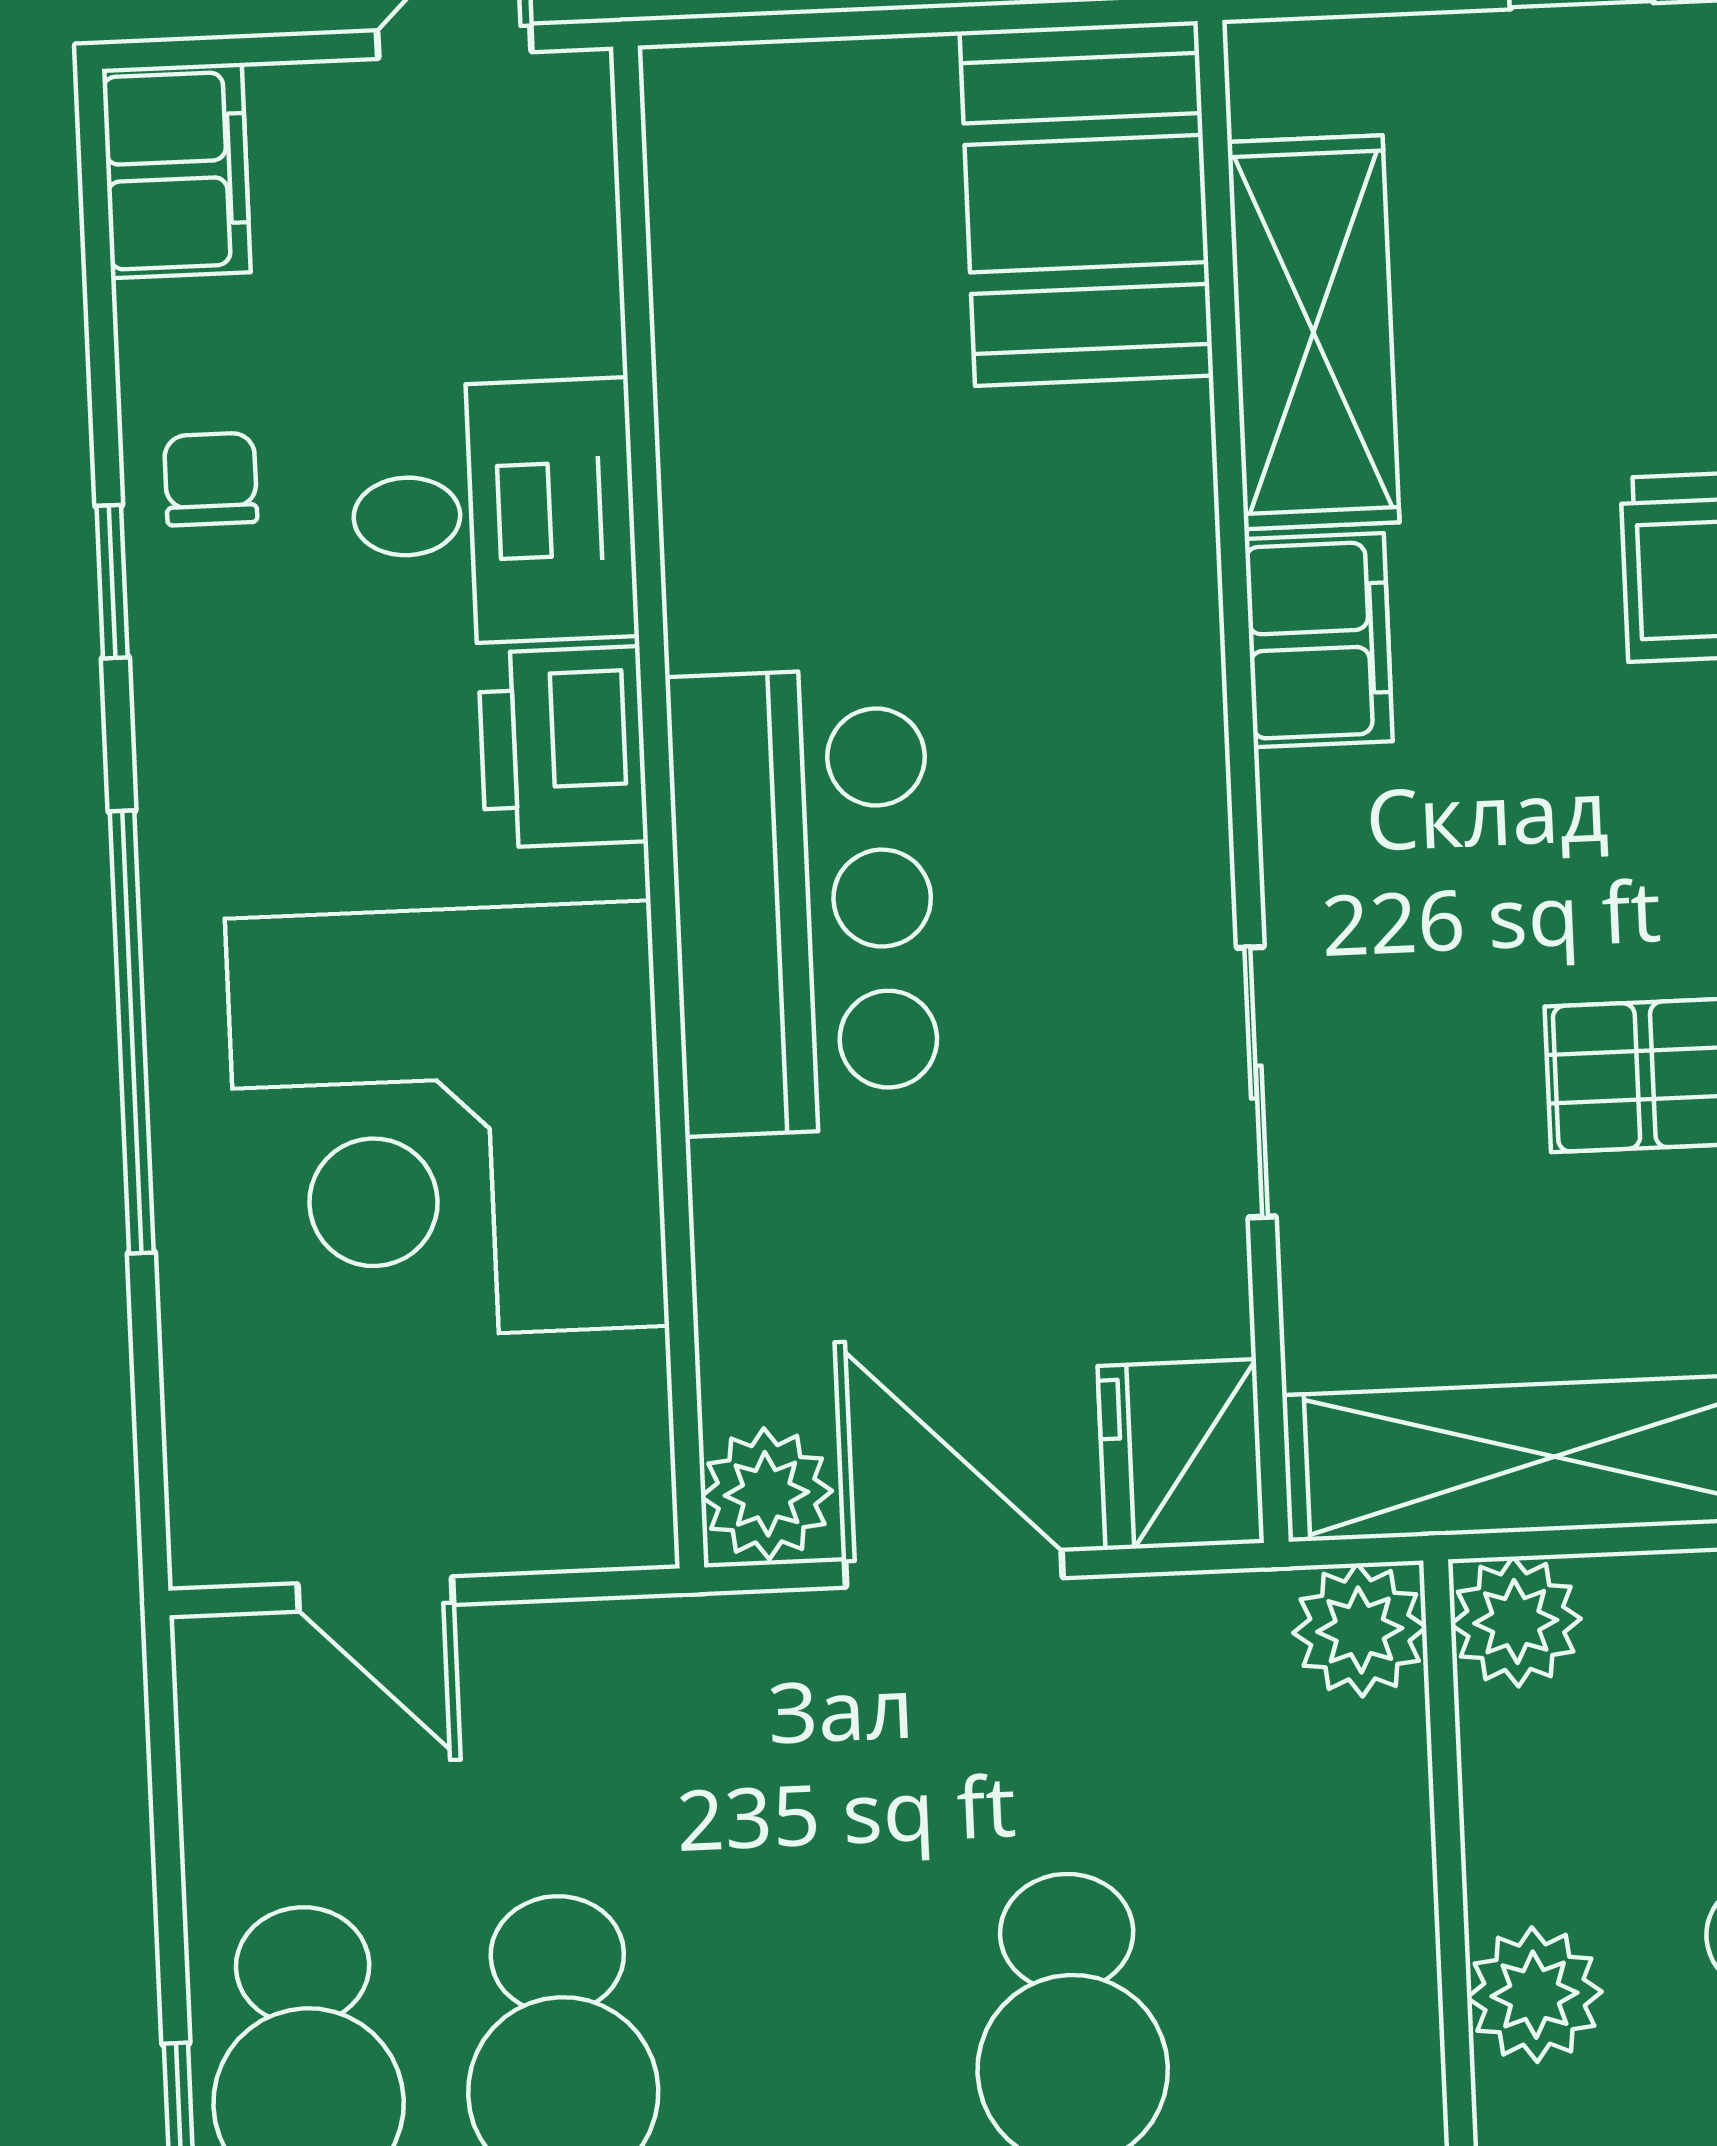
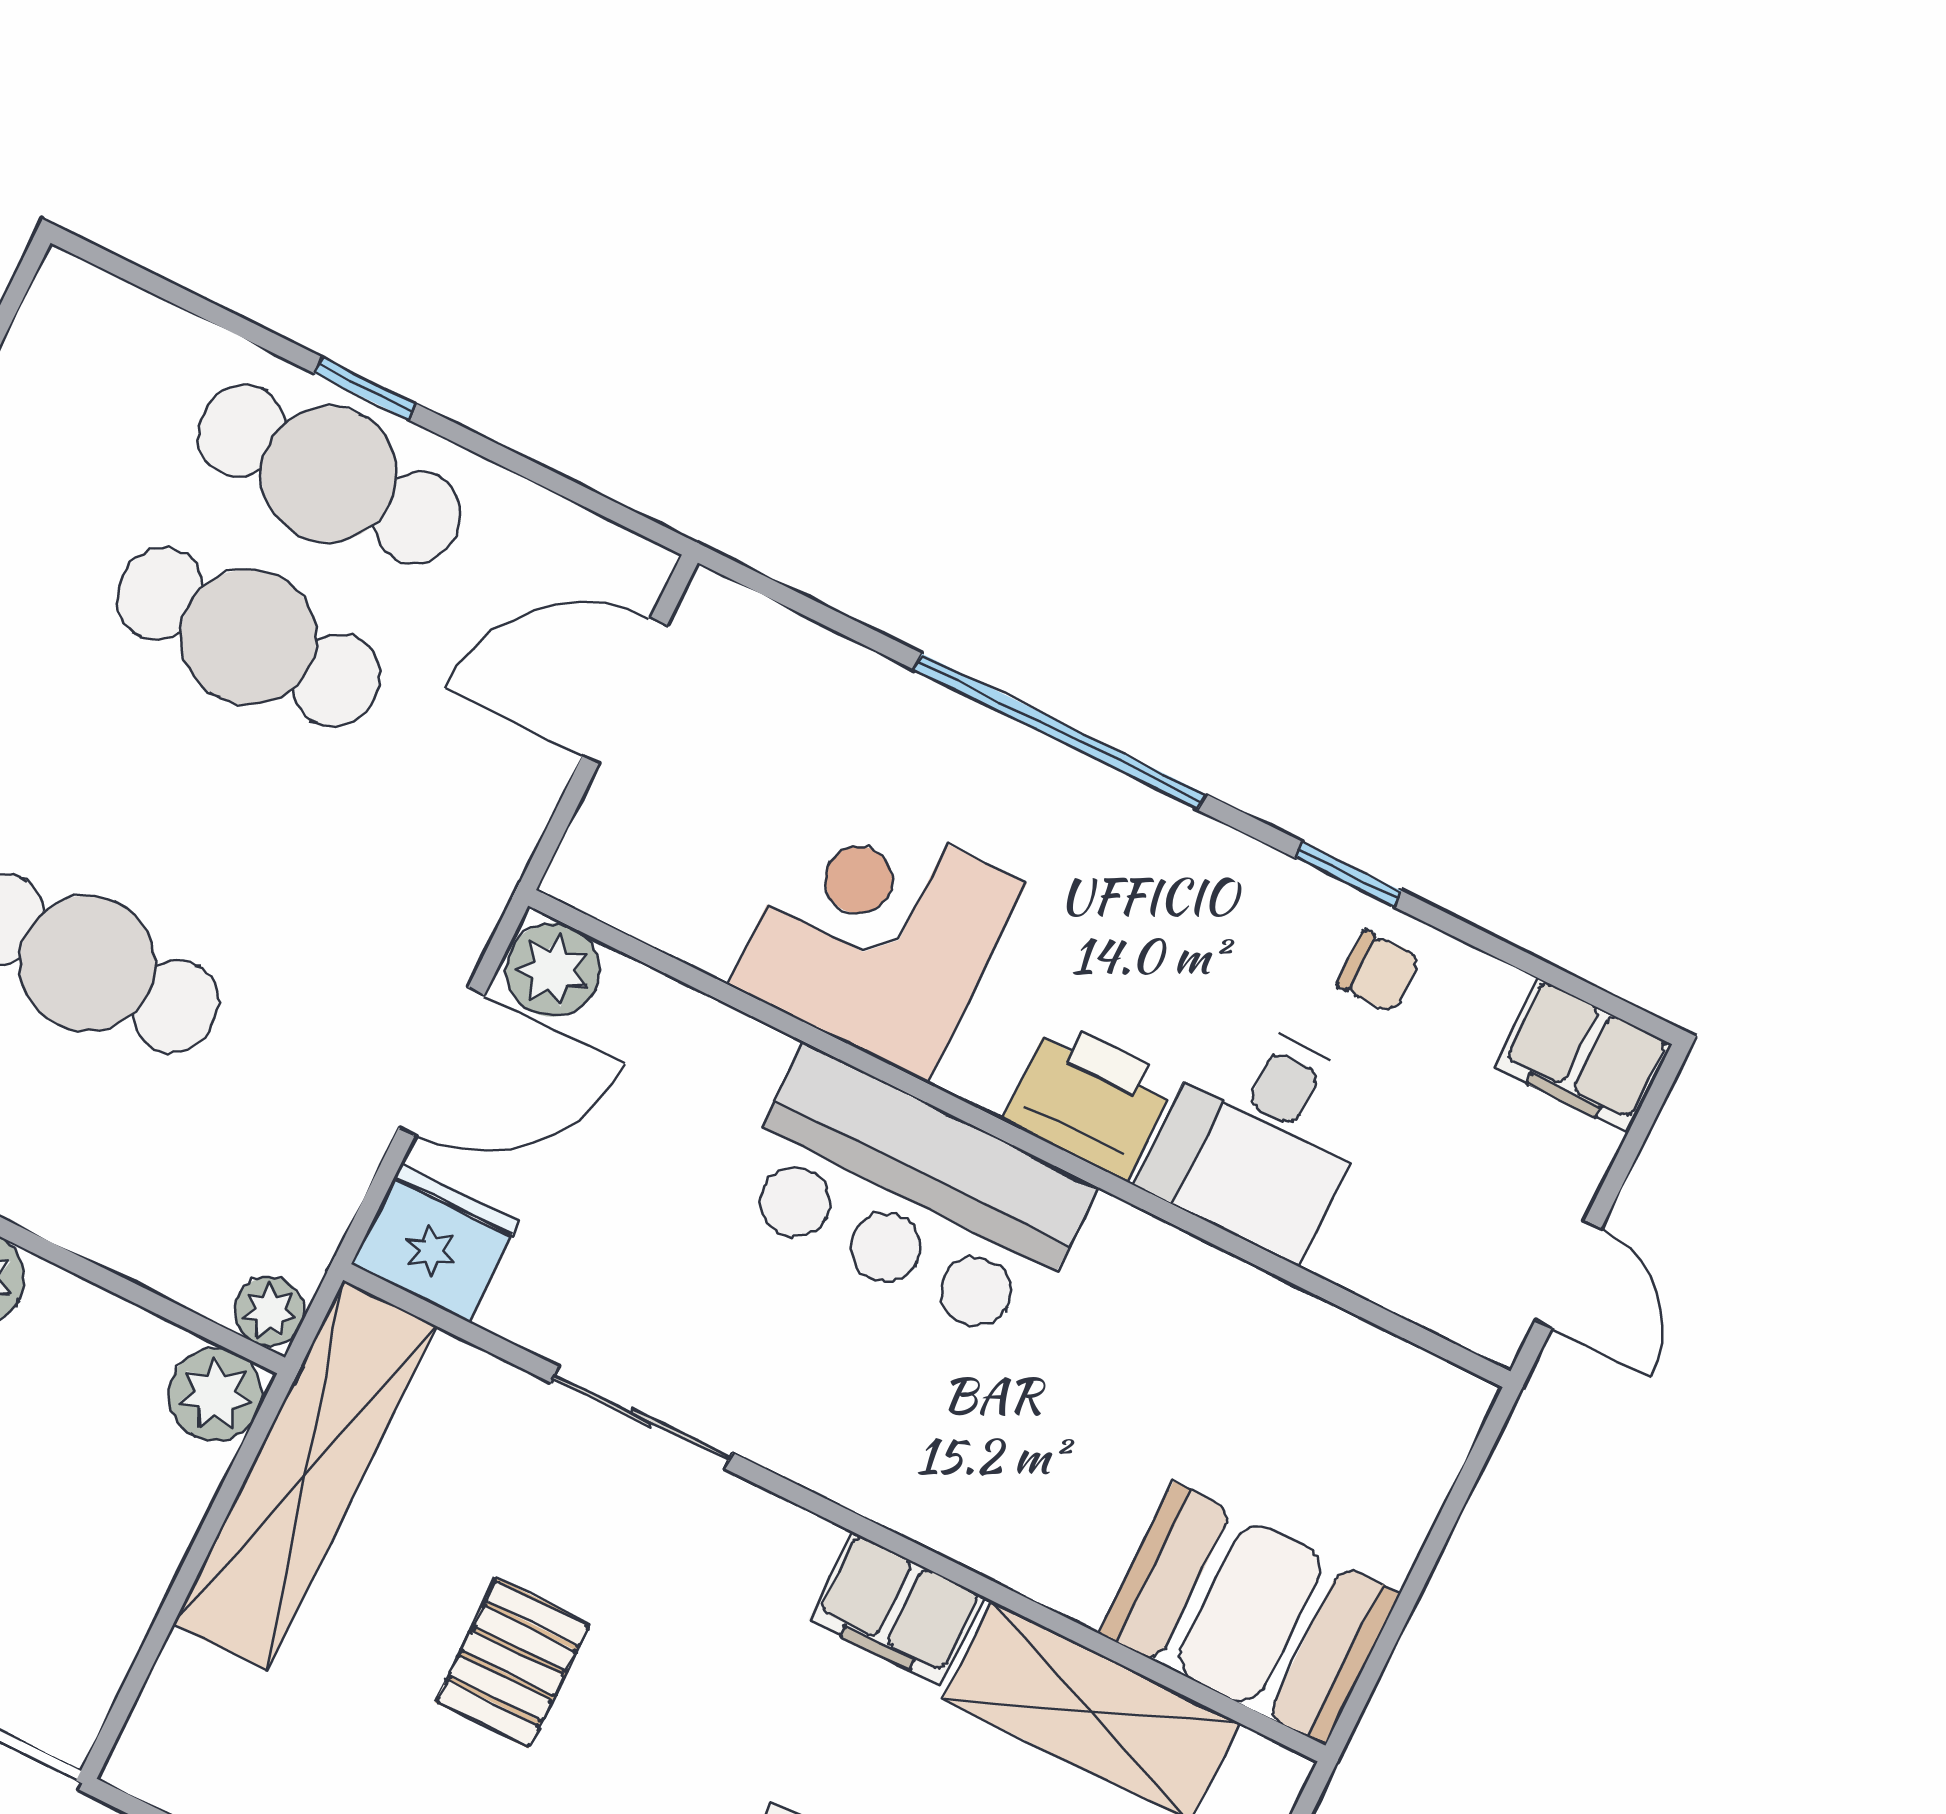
corner desk: (447, 1122) -> (877, 934), width x0.74, depth x0.74
door: (375, 1594) -> (625, 691), width x1.38
plant: (1360, 1630) -> (270, 1311), width x0.73, depth x0.73

